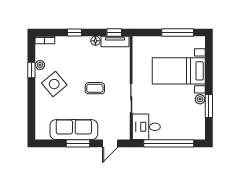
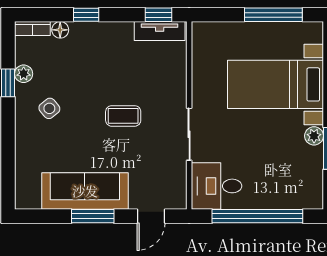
floor lamp: (95, 41) -> (60, 30), moved
side table: (54, 84) -> (49, 108), width x0.54, depth x0.54

